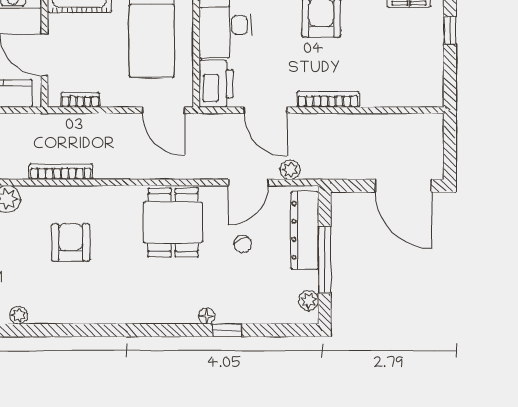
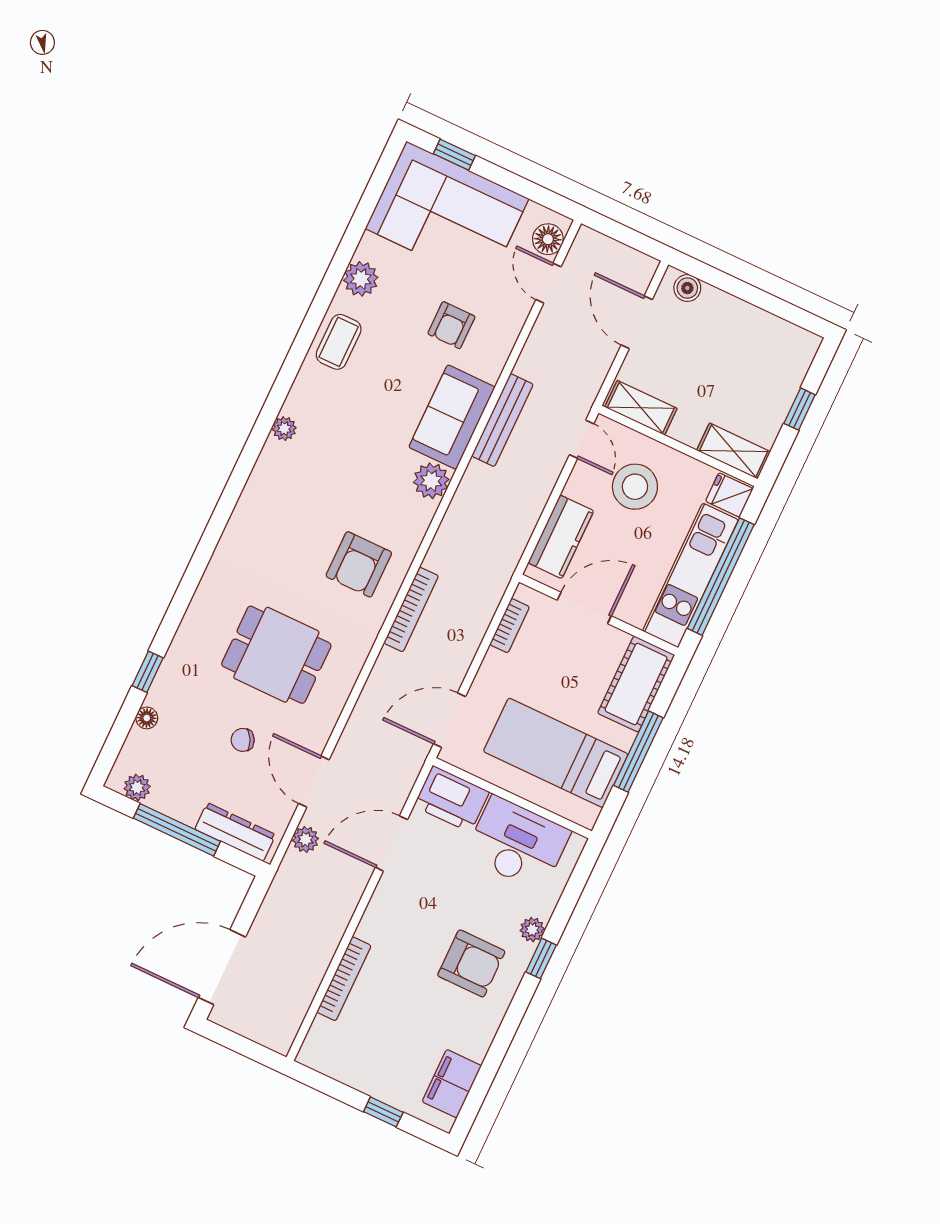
bookcase: (328, 99) -> (344, 979), moved
bookcase: (61, 172) -> (411, 609), moved
dining table: (173, 222) -> (276, 655), moved
dresser: (305, 230) -> (235, 832), width x0.73, depth x0.80
armchair: (71, 242) -> (359, 564), moved, turned 90
floor lamp: (207, 316) -> (147, 718), moved

